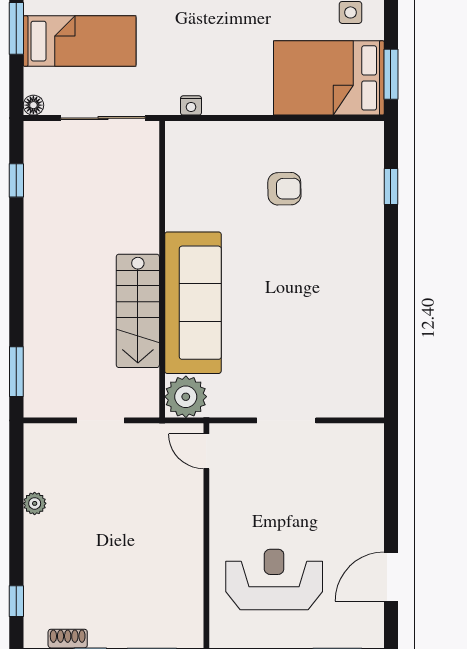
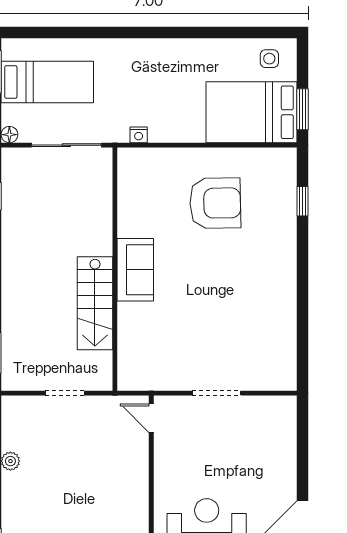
armchair: (284, 189) -> (215, 203), width x1.88, depth x1.88
sofa: (193, 303) -> (135, 270), width x0.54, depth x0.79
plant: (186, 397) -> (134, 374), removed

